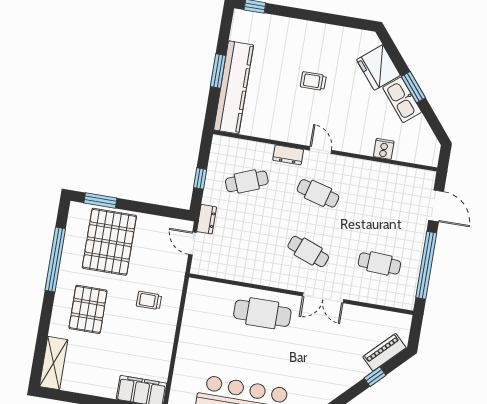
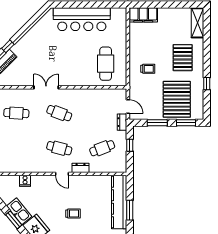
window: (148, 208) -> (157, 123), added
window: (55, 259) -> (207, 84), width x0.32
cafe table: (262, 313) -> (106, 64), moved, turned 90

